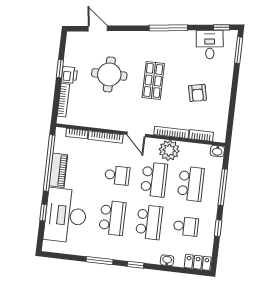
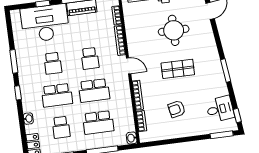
window: (168, 28) -> (226, 71), width x0.69
door: (136, 134) -> (129, 66), swing flipped
plant: (169, 150) -> (122, 97), removed
school desk: (112, 218) -> (53, 63), width x0.54

